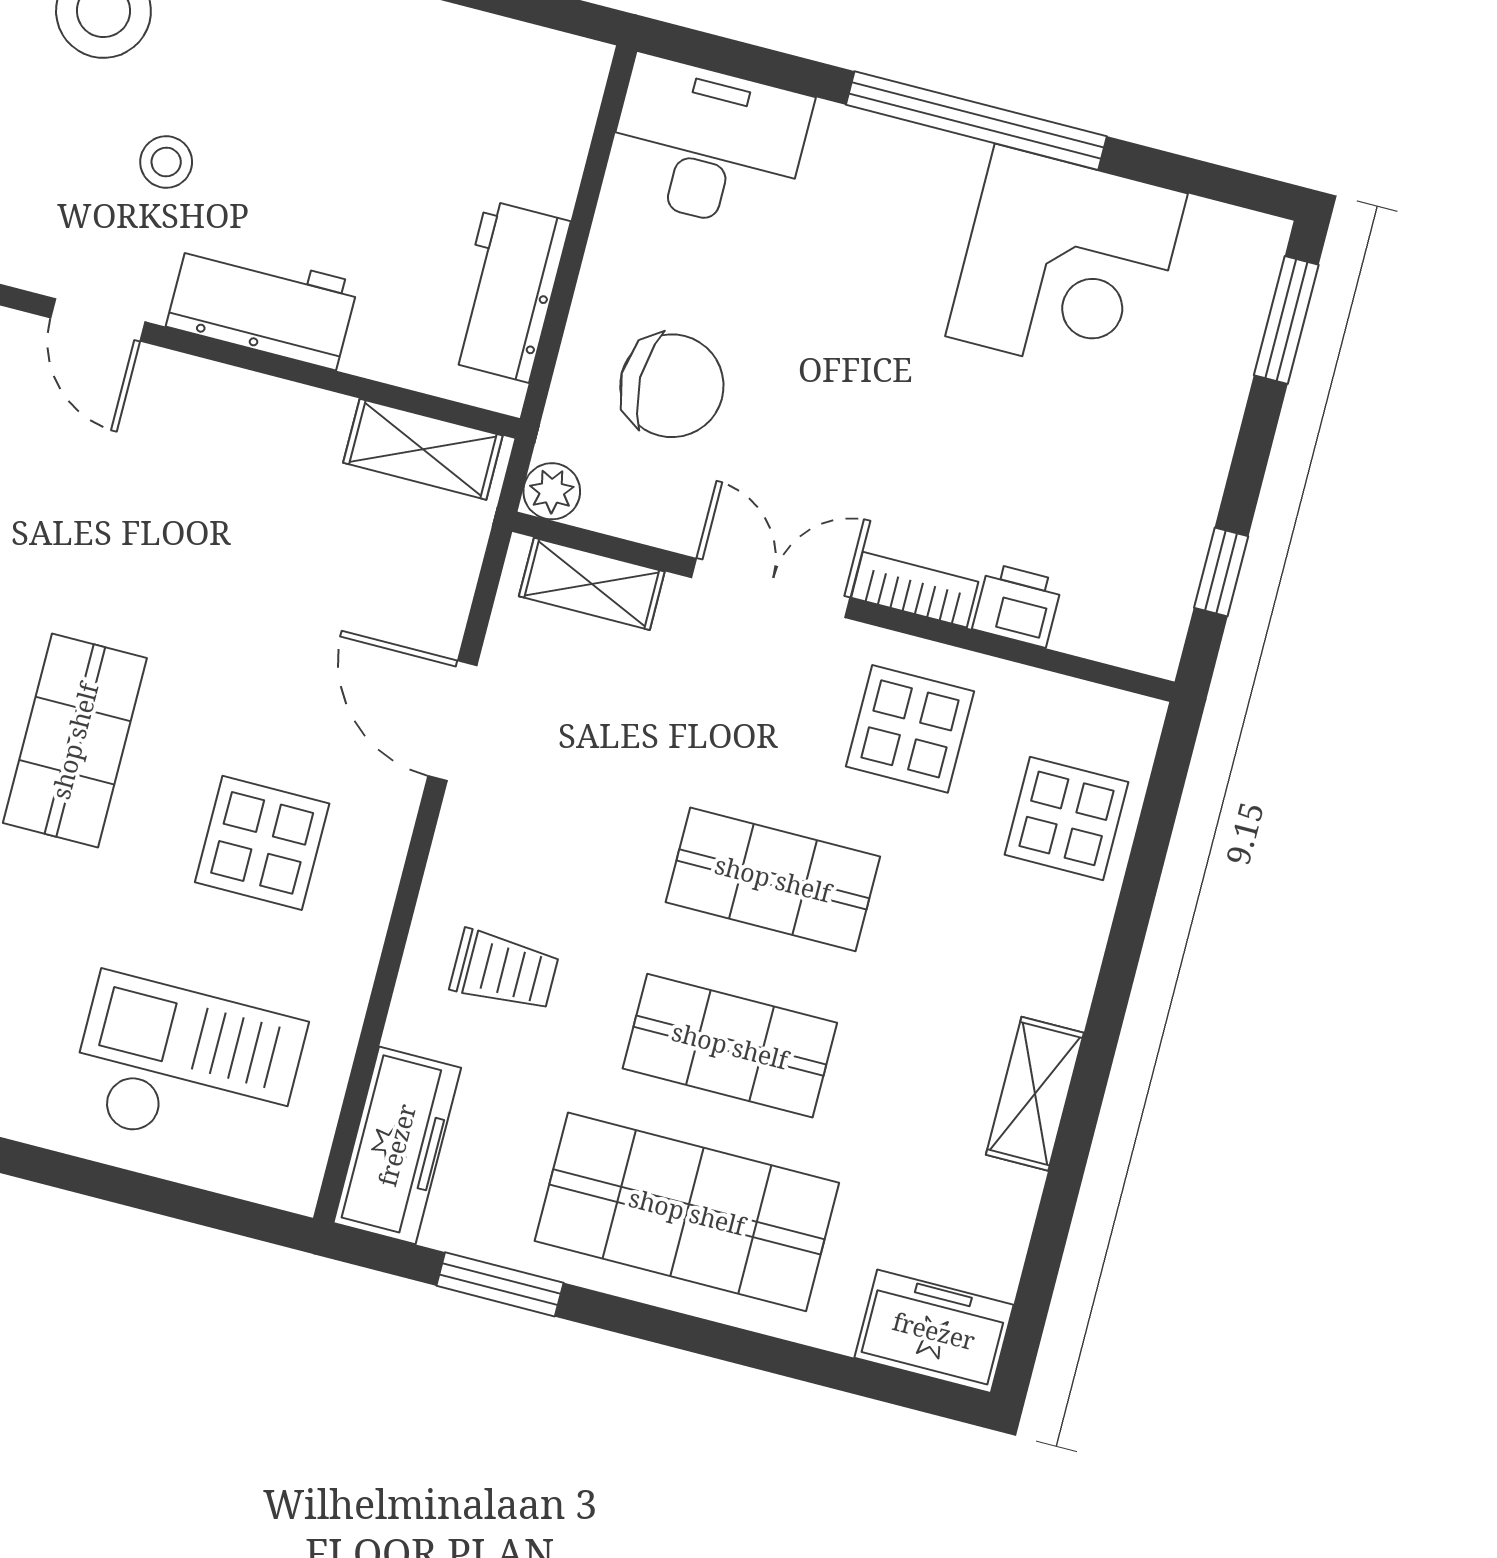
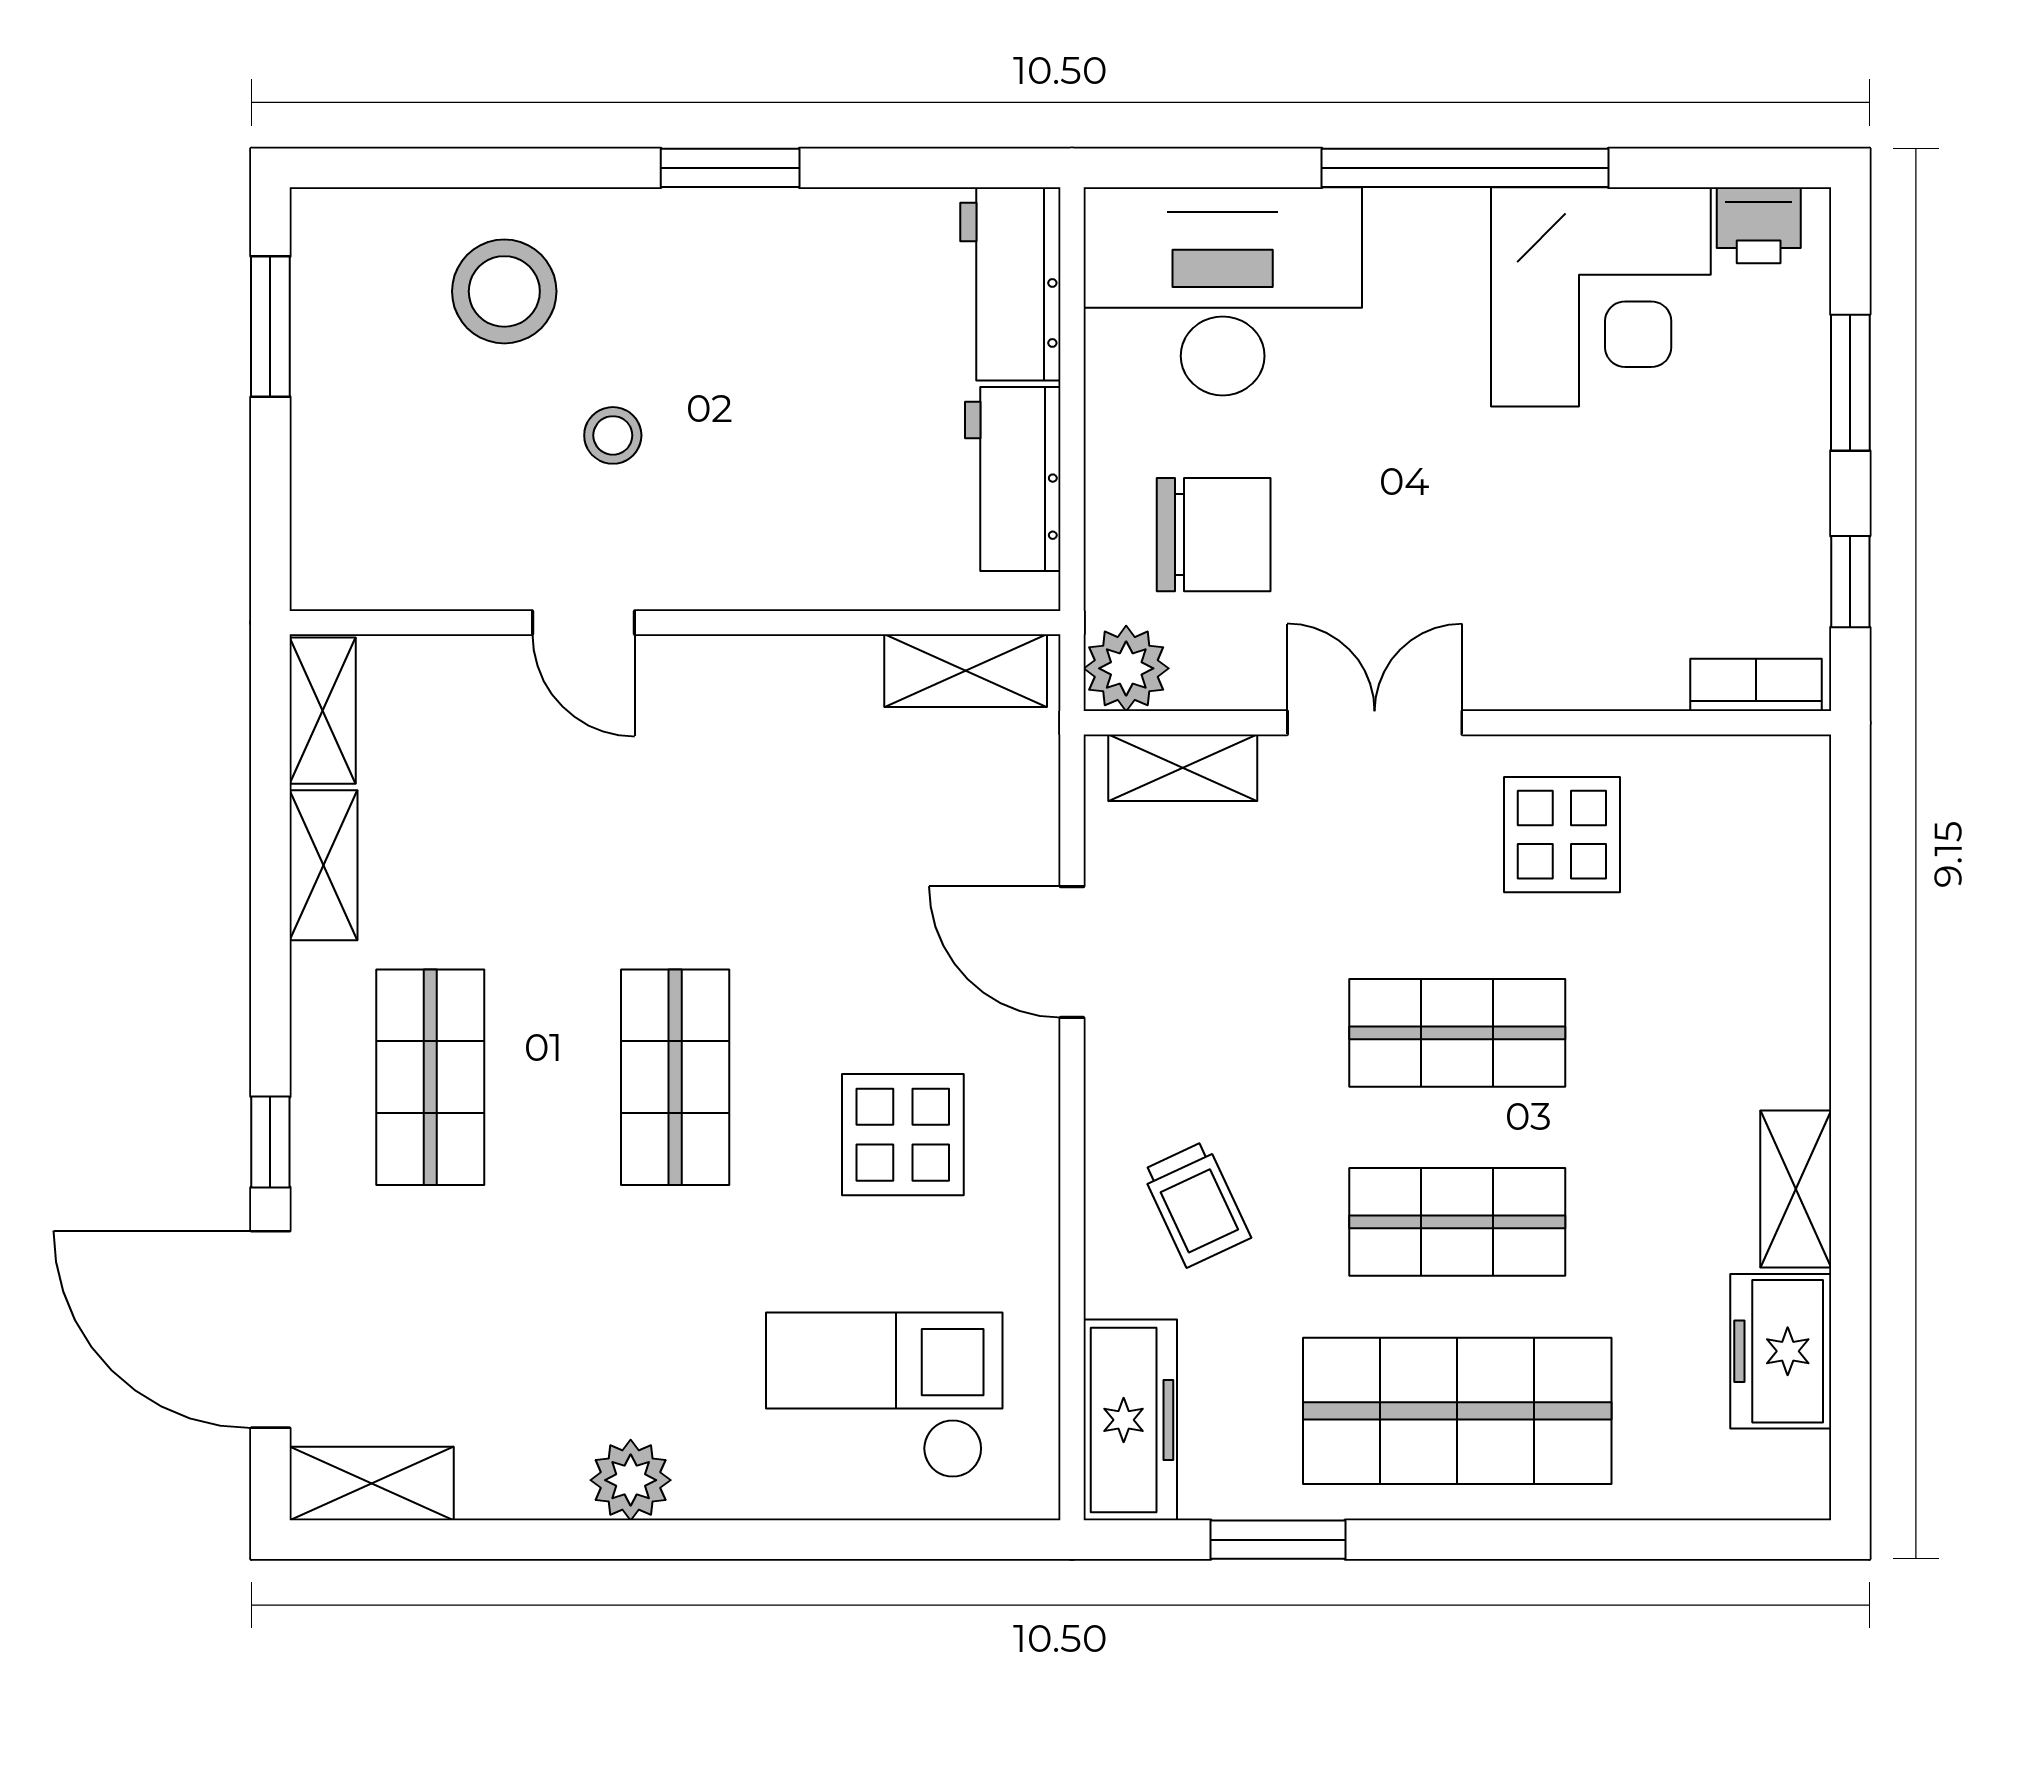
desk: (708, 144) -> (1223, 291), width x1.36, depth x1.30
workbench: (262, 305) -> (1010, 284), moved, turned -90
window: (1286, 320) -> (1850, 383), moved
plant: (552, 491) -> (1126, 668), width x1.38, depth x1.38
bookcase: (915, 590) -> (1756, 685), moved
printer: (1017, 605) -> (1759, 225), moved, turned 180
display table: (1067, 818) -> (1753, 887), removed
trolley: (504, 971) -> (1196, 1204), turned 65
freezer: (934, 1331) -> (1781, 1351), moved, turned -90

